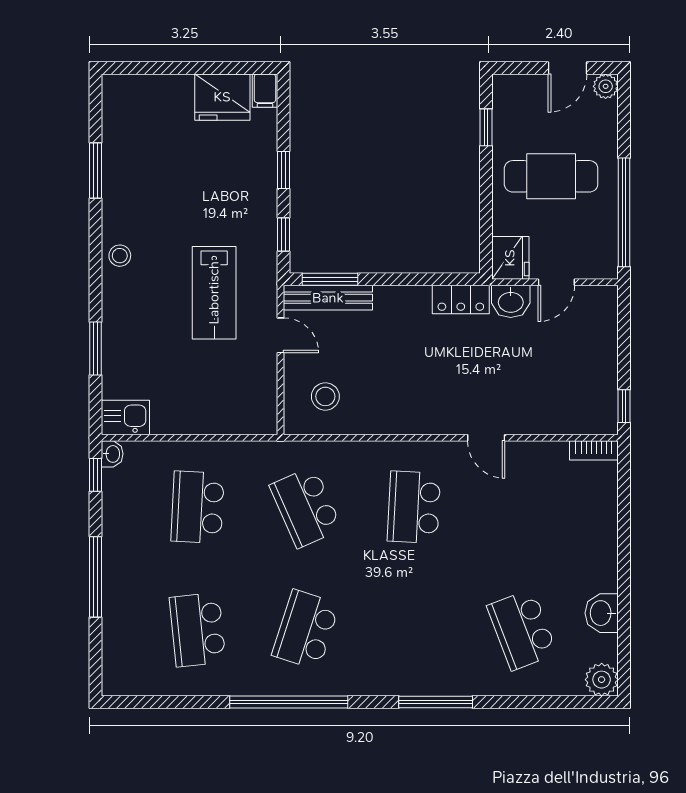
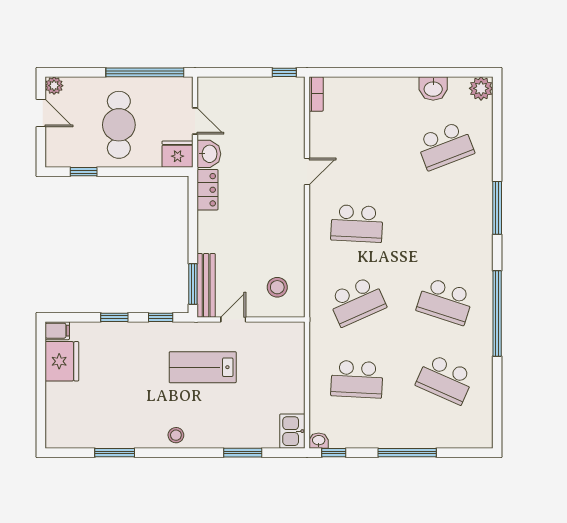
lab bench: (214, 293) -> (203, 367), turned 180
school desk: (198, 630) -> (445, 379), turned 30

